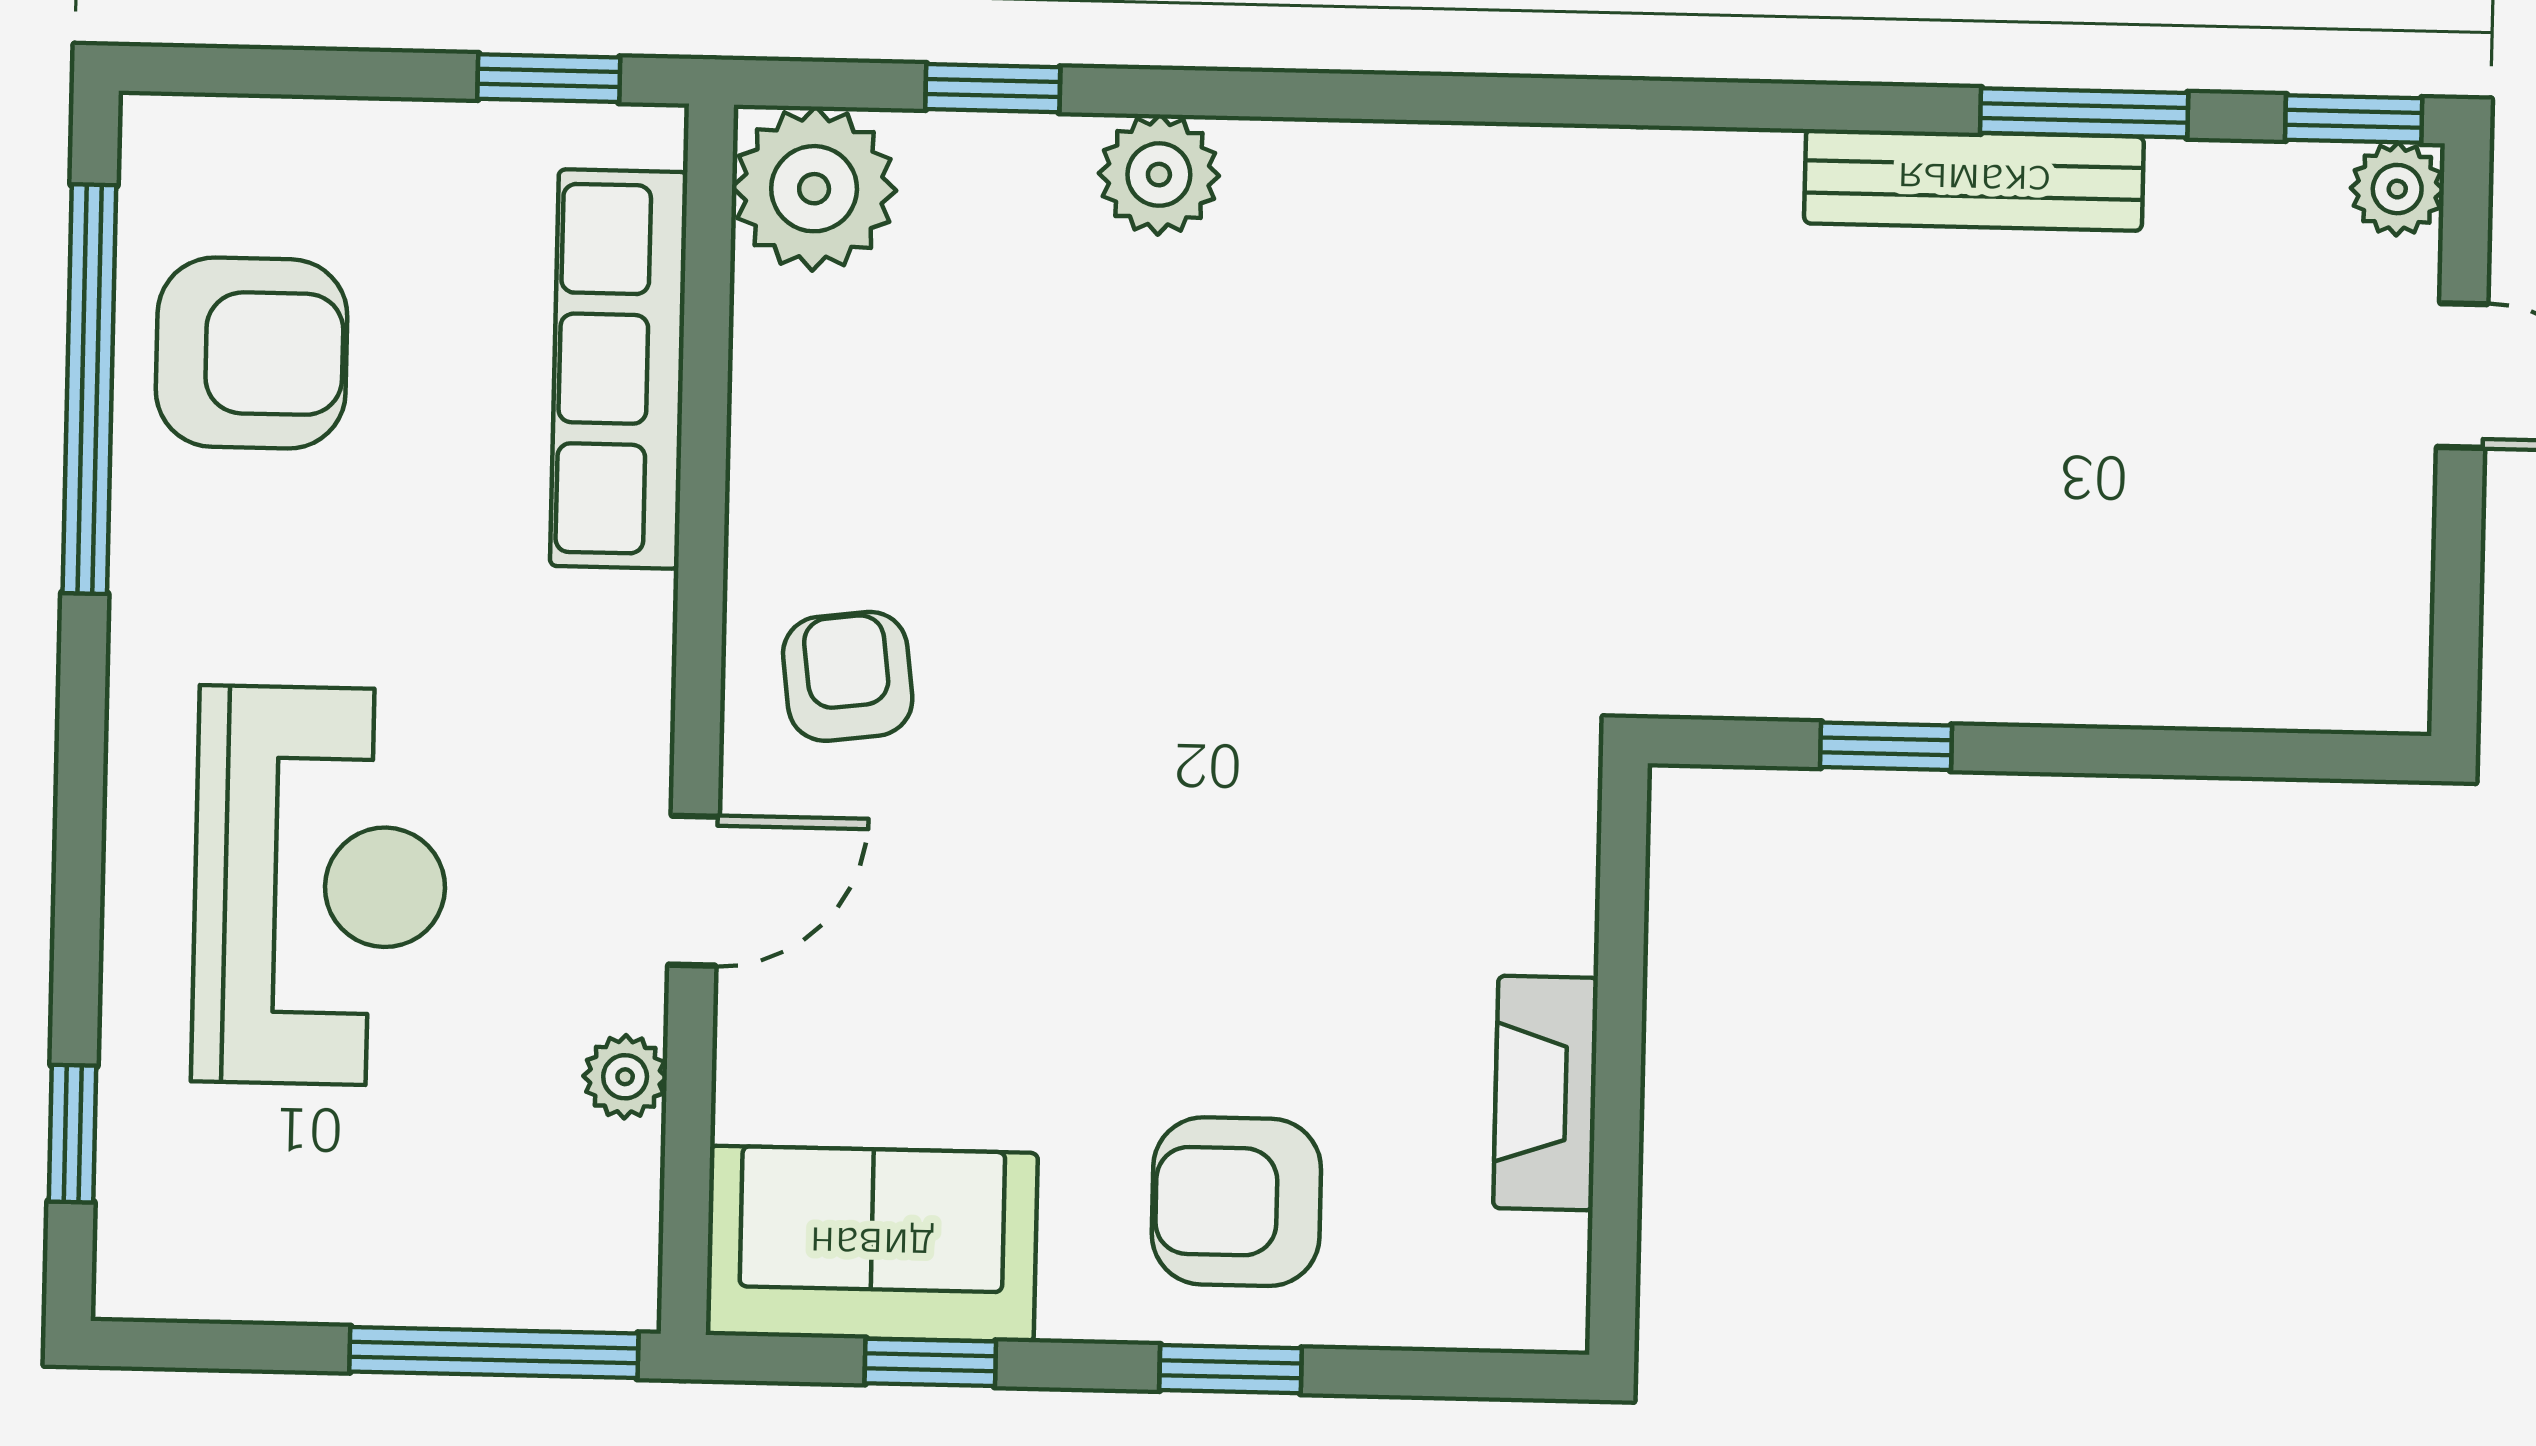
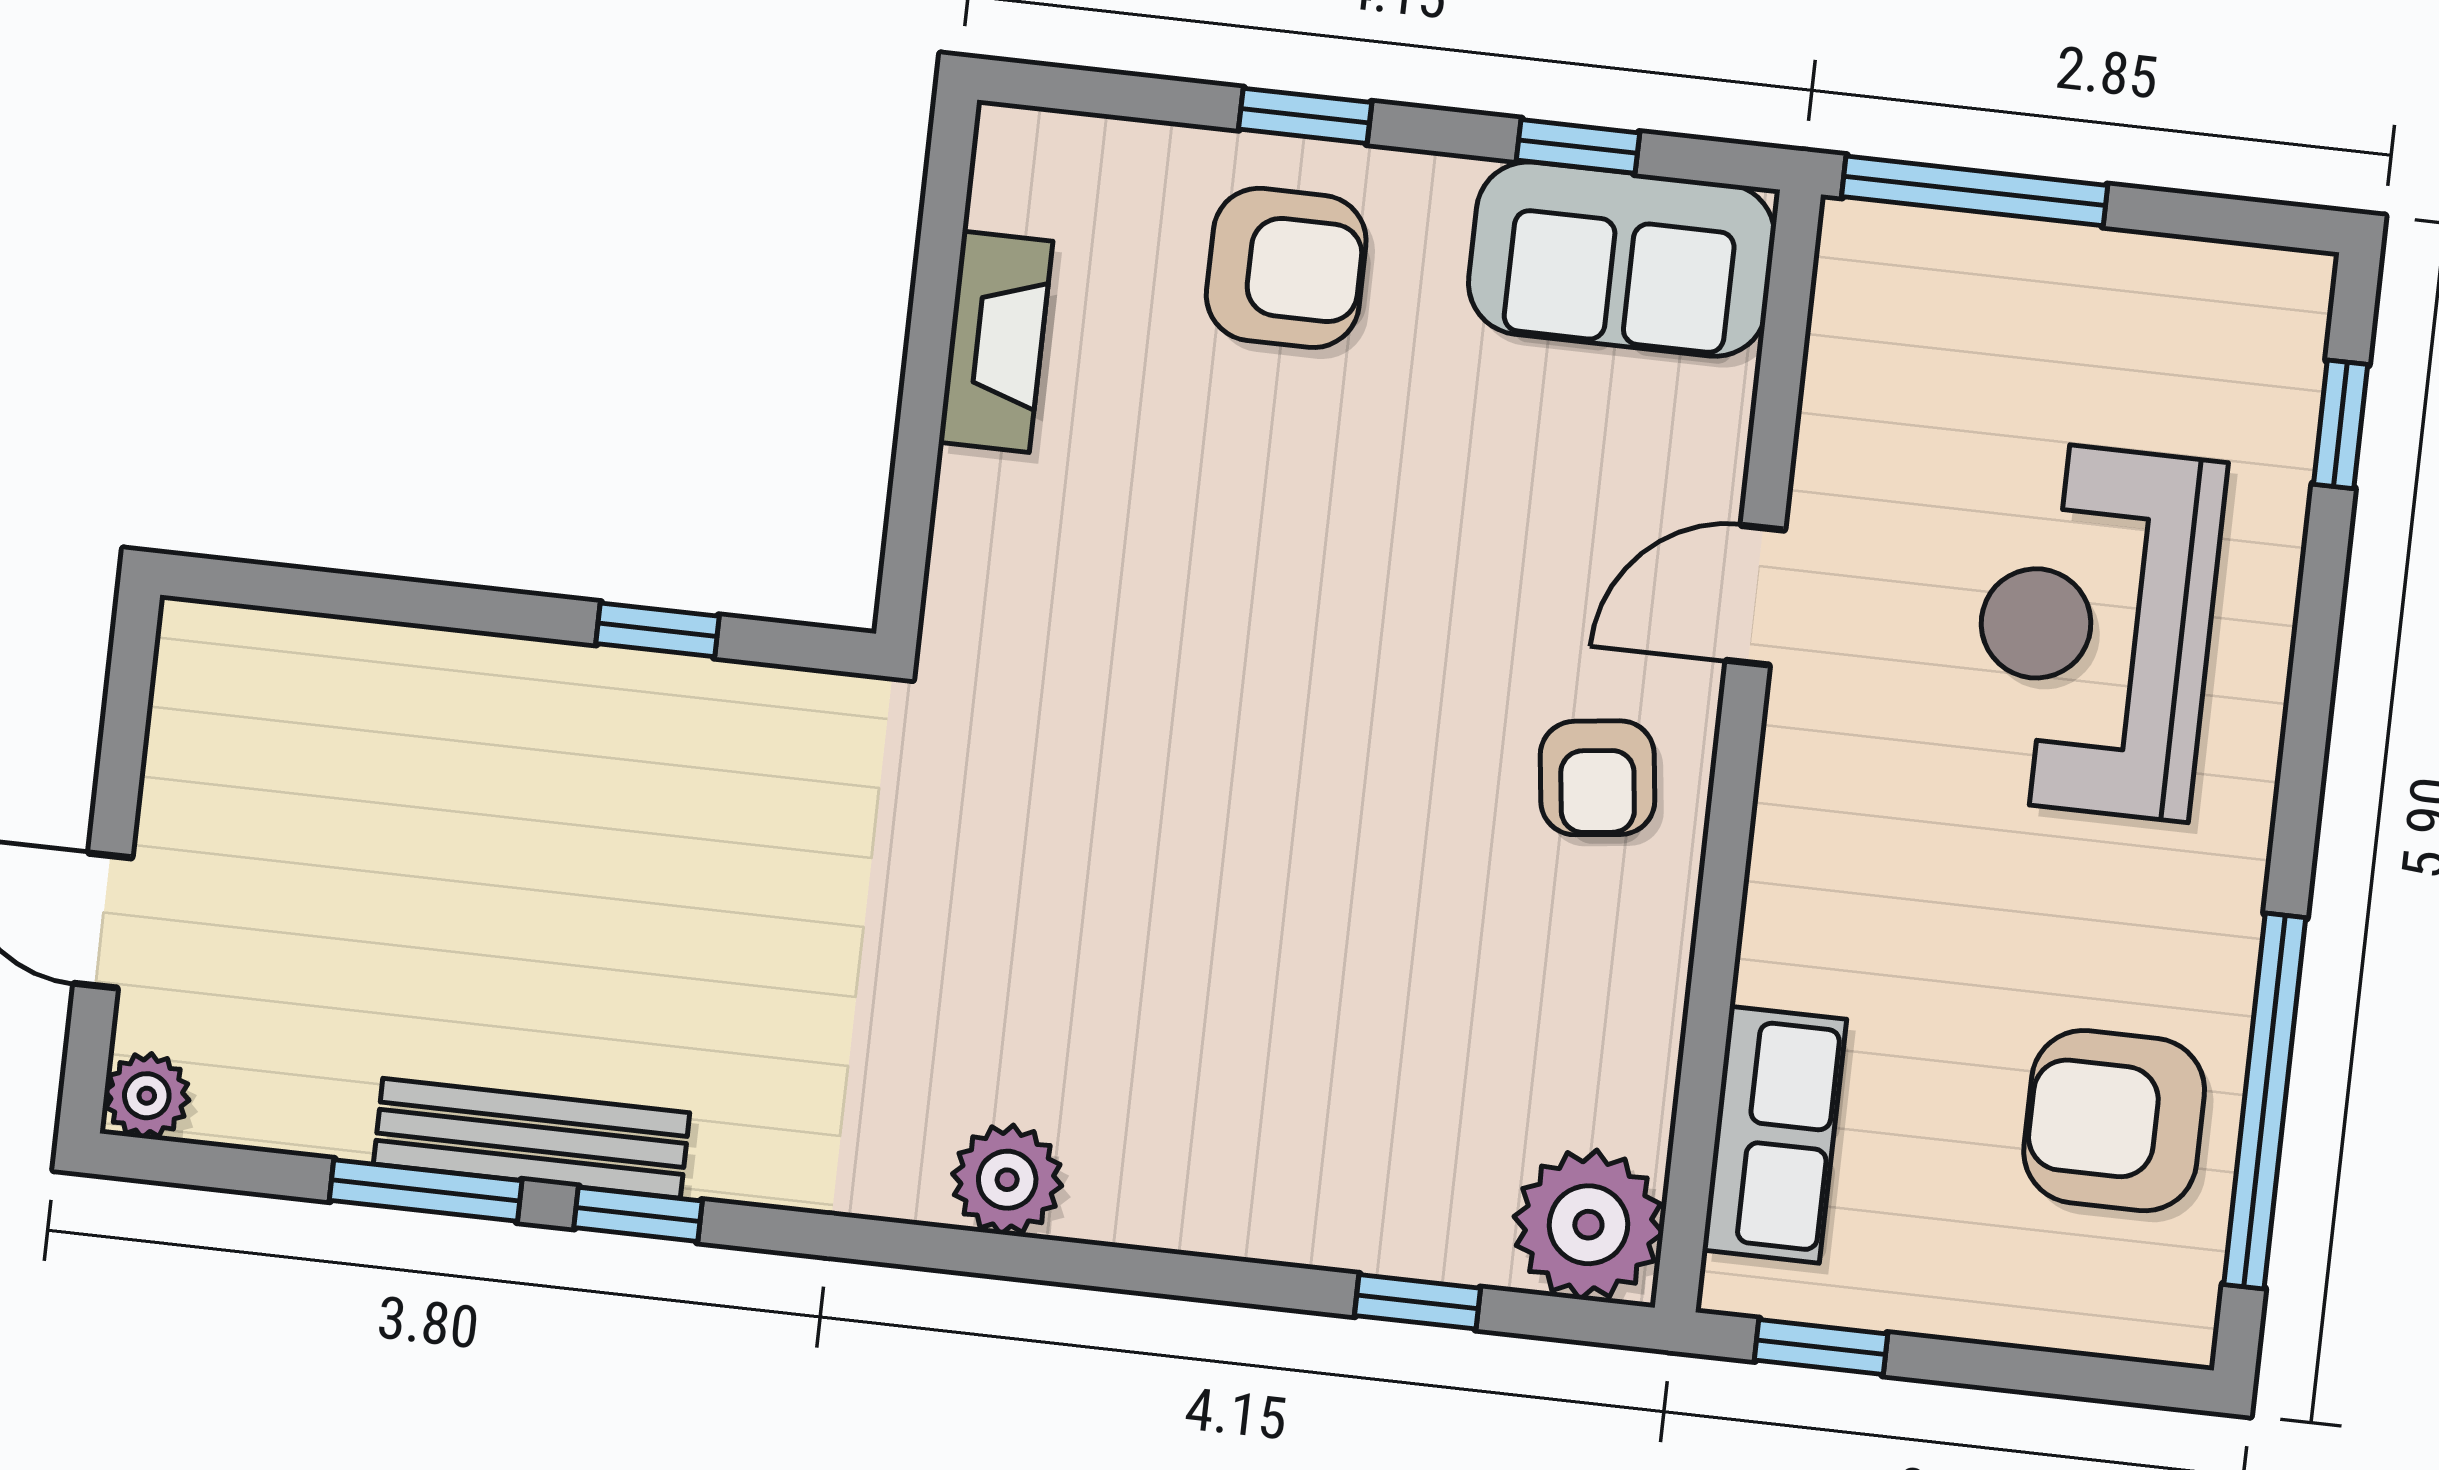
window: (2354, 119) -> (638, 1214), moved
plant: (1159, 175) -> (1007, 1180), moved
row of seats: (619, 369) -> (1774, 1135), width x0.68
plant: (625, 1077) -> (1833, 431), removed

